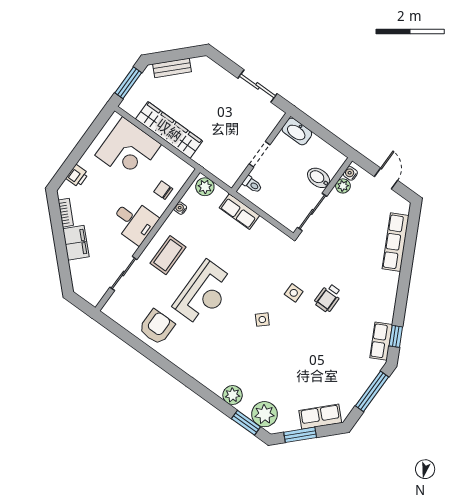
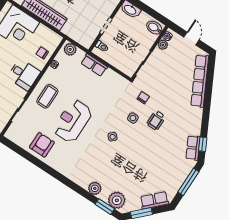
bidet: (319, 178) -> (154, 28), moved
row of seats: (396, 242) -> (200, 81), width x1.36
chair: (310, 263) -> (143, 98), added
reception desk: (204, 293) -> (73, 121), turned 180

